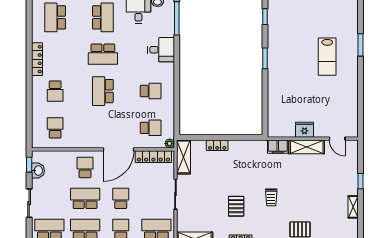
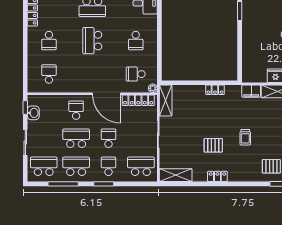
school desk: (151, 91) -> (136, 41), turned 90
school desk: (151, 128) -> (136, 74), turned 180
locker: (217, 145) -> (215, 90), moved
door: (119, 149) -> (106, 94), hinge flipped
pallet: (236, 206) -> (213, 145), turned 90

